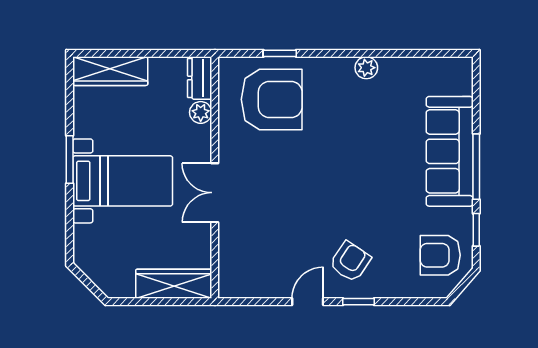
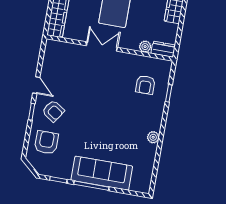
armchair: (272, 99) -> (145, 85), width x0.53, depth x0.53
armchair: (440, 255) -> (46, 142), moved

